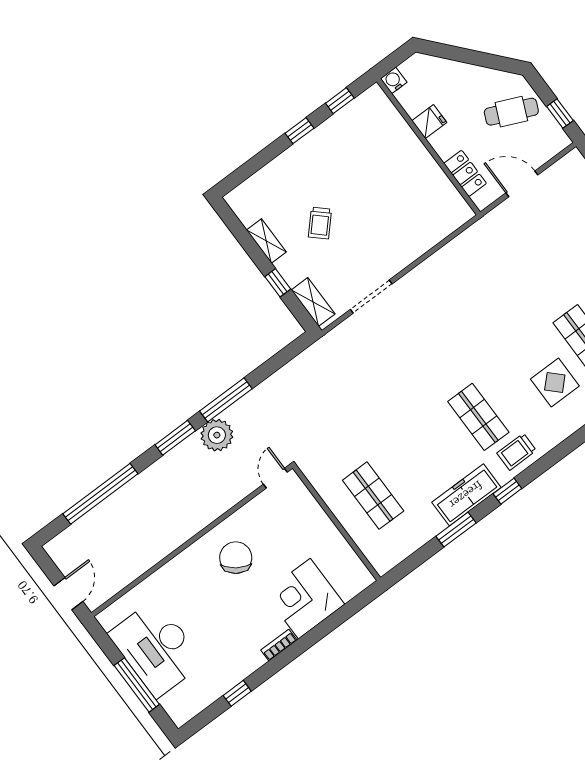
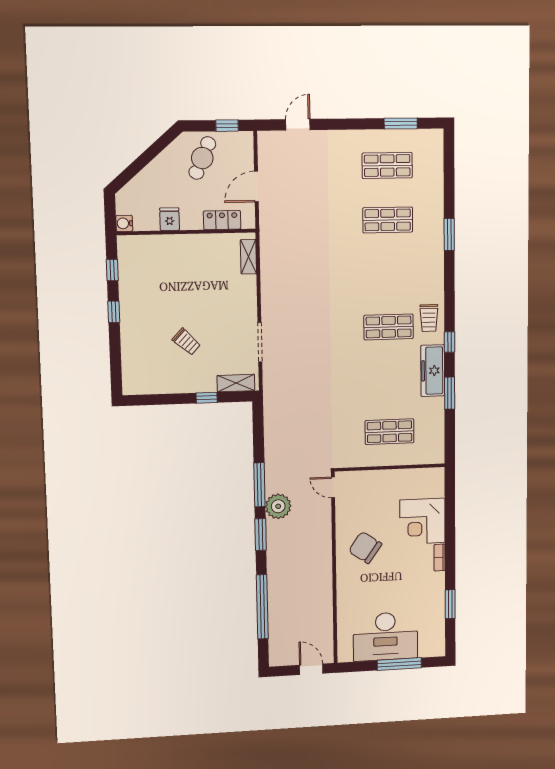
shelving: (266, 241) -> (248, 257), moved, turned 90
display table: (555, 382) -> (403, 260), removed
window: (237, 693) -> (450, 604), width x1.50

